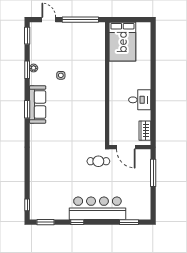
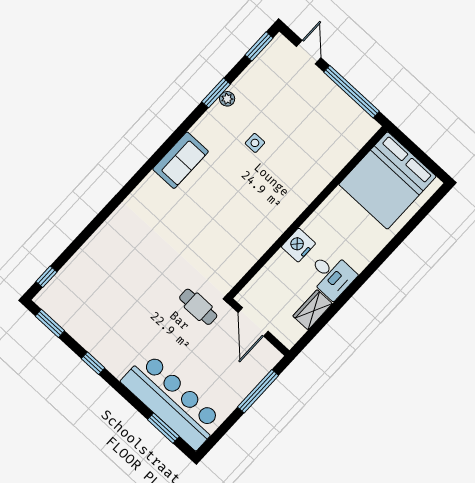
bed: (122, 42) -> (387, 180), width x1.36
nightstand: (116, 100) -> (298, 245), added
sofa: (38, 104) -> (181, 160), width x0.73
window: (27, 109) -> (167, 147), removed
wardrobe: (145, 131) -> (313, 310), moved
bar counter: (97, 208) -> (172, 401), moved

